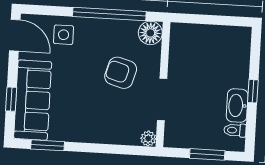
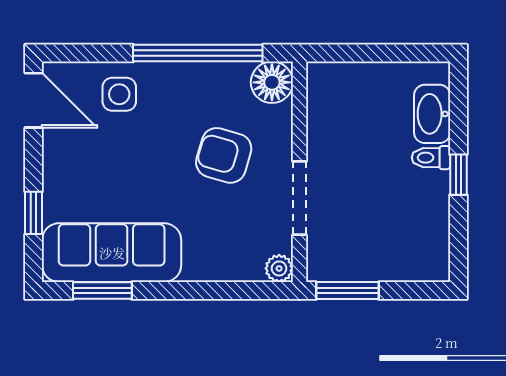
sofa: (33, 100) -> (112, 253), moved, turned -90
washbasin: (237, 106) -> (432, 114), moved
toilet: (235, 130) -> (431, 158), moved
window: (207, 154) -> (347, 291), moved

